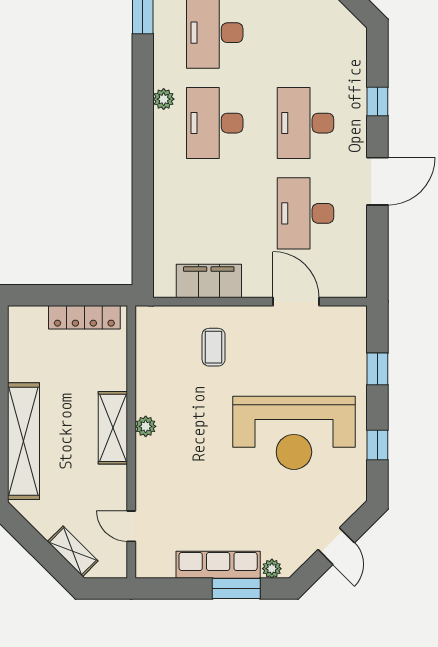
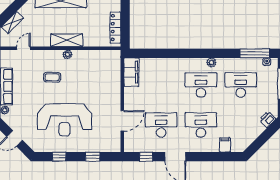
filing cabinet: (351, 69) -> (225, 145), added
window: (377, 102) -> (146, 157), moved
filing cabinet: (209, 281) -> (131, 72), moved
coffee table: (214, 347) -> (52, 77), moved
reception desk: (294, 433) -> (65, 120), turned -90

